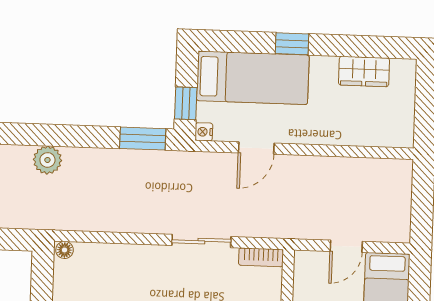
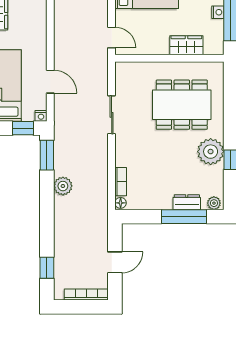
plant: (47, 160) -> (63, 186), moved
door: (346, 246) -> (112, 37), moved
bookcase: (261, 257) -> (121, 182), moved

